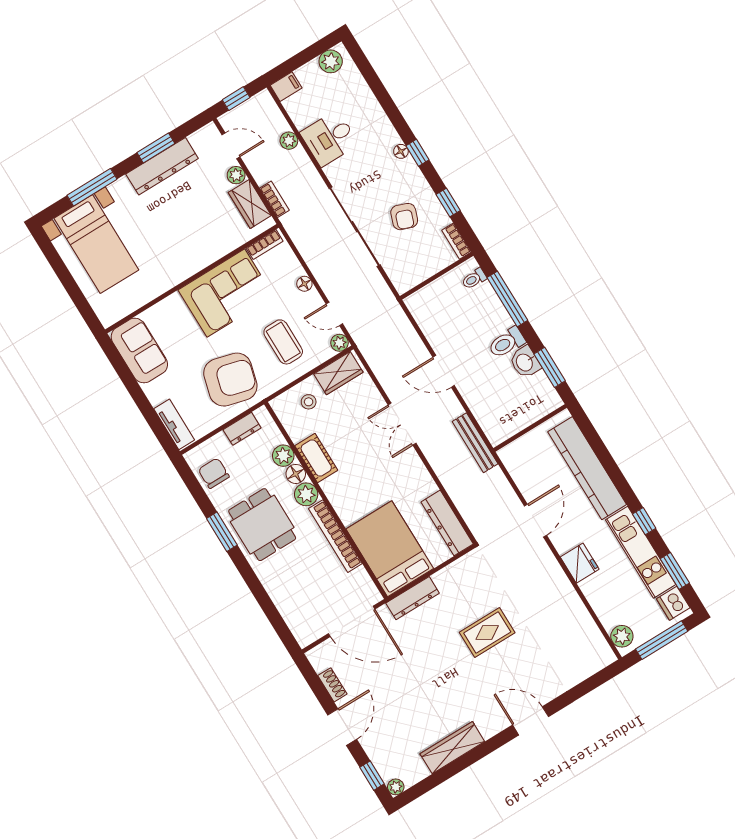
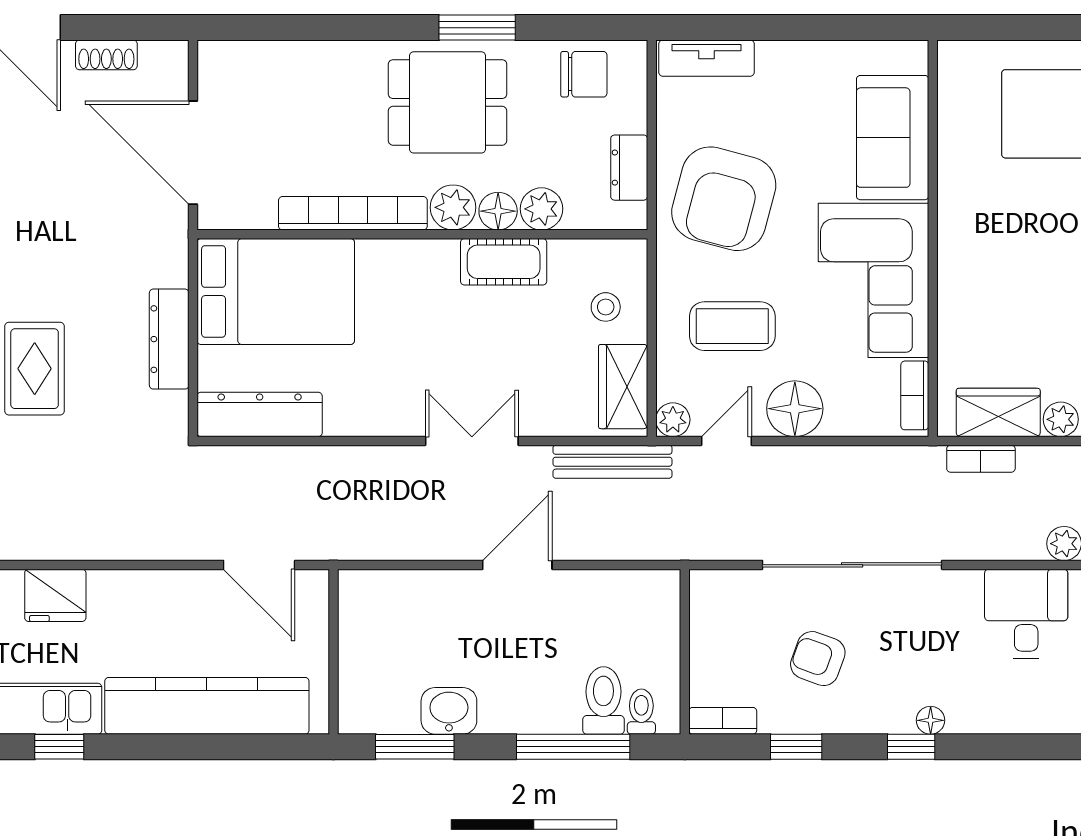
floor lamp: (304, 284) -> (795, 409), width x1.89, depth x1.89
toilet: (507, 343) -> (603, 700), moved
sofa: (139, 351) -> (893, 138), moved, turned 90
bench: (475, 443) -> (612, 462), moved
door: (535, 521) -> (259, 565), moved
dresser: (413, 598) -> (169, 339), moved
door: (352, 621) -> (193, 153), hinge flipped

